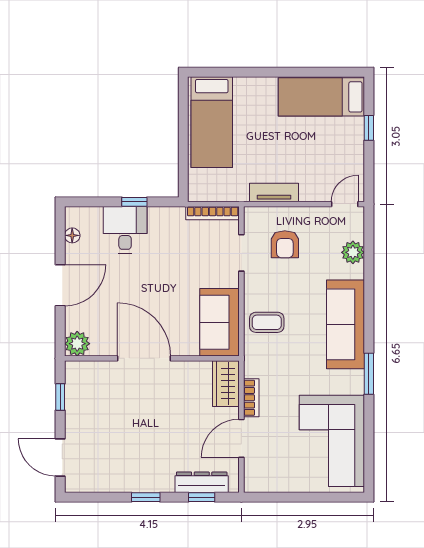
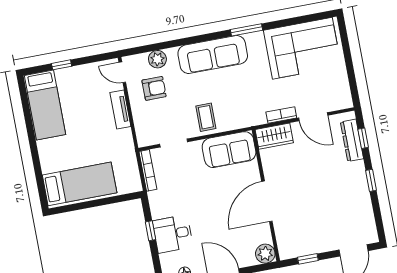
tv unit: (274, 193) -> (120, 109), moved
armchair: (285, 244) -> (154, 88), moved
coffee table: (267, 322) -> (206, 117), moved

